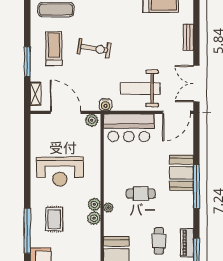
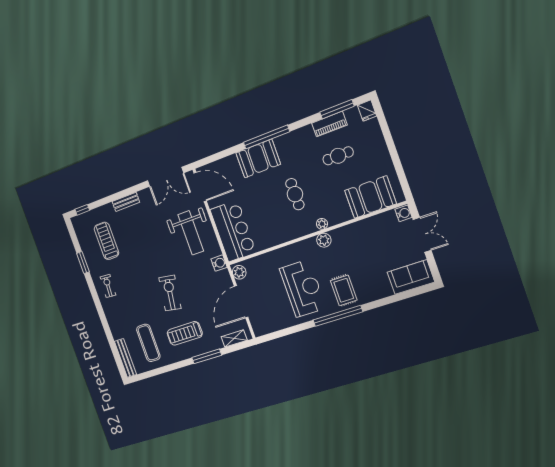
plant: (94, 218) -> (339, 235), removed
rug: (54, 219) -> (344, 290), moved, turned 90
window: (27, 231) -> (338, 316), moved

